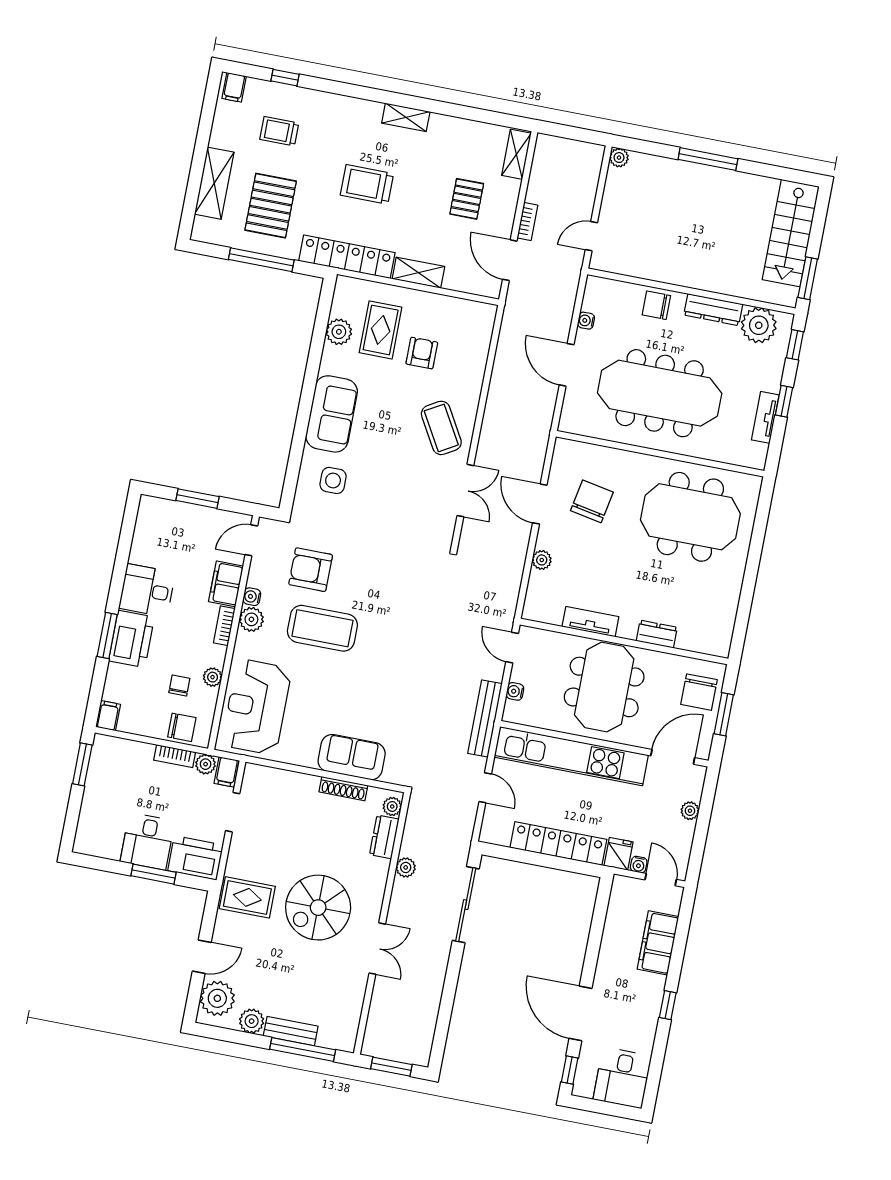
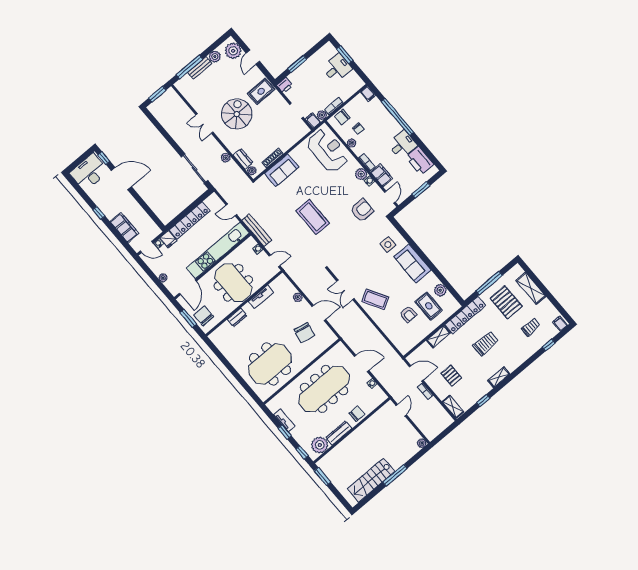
window: (465, 112) -> (483, 400), added
stairs: (791, 233) -> (371, 480), moved, turned -90
coffee table: (322, 628) -> (313, 217), moved, turned 90
window: (107, 636) -> (397, 117), width x2.11
printer: (131, 639) -> (420, 161), moved
window: (82, 764) -> (345, 55), moved
desk: (148, 841) -> (337, 68), moved, turned 90
printer: (196, 858) -> (285, 85), width x0.53, depth x0.68
desk: (622, 1078) -> (89, 172), width x1.37

